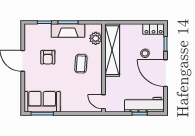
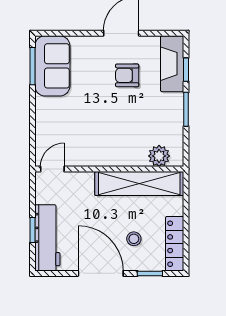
locker: (154, 29) -> (175, 244), width x1.53
fireplace: (68, 31) -> (172, 64), moved
coffee table: (81, 64) -> (116, 131), removed
door: (166, 73) -> (101, 273), hinge flipped

